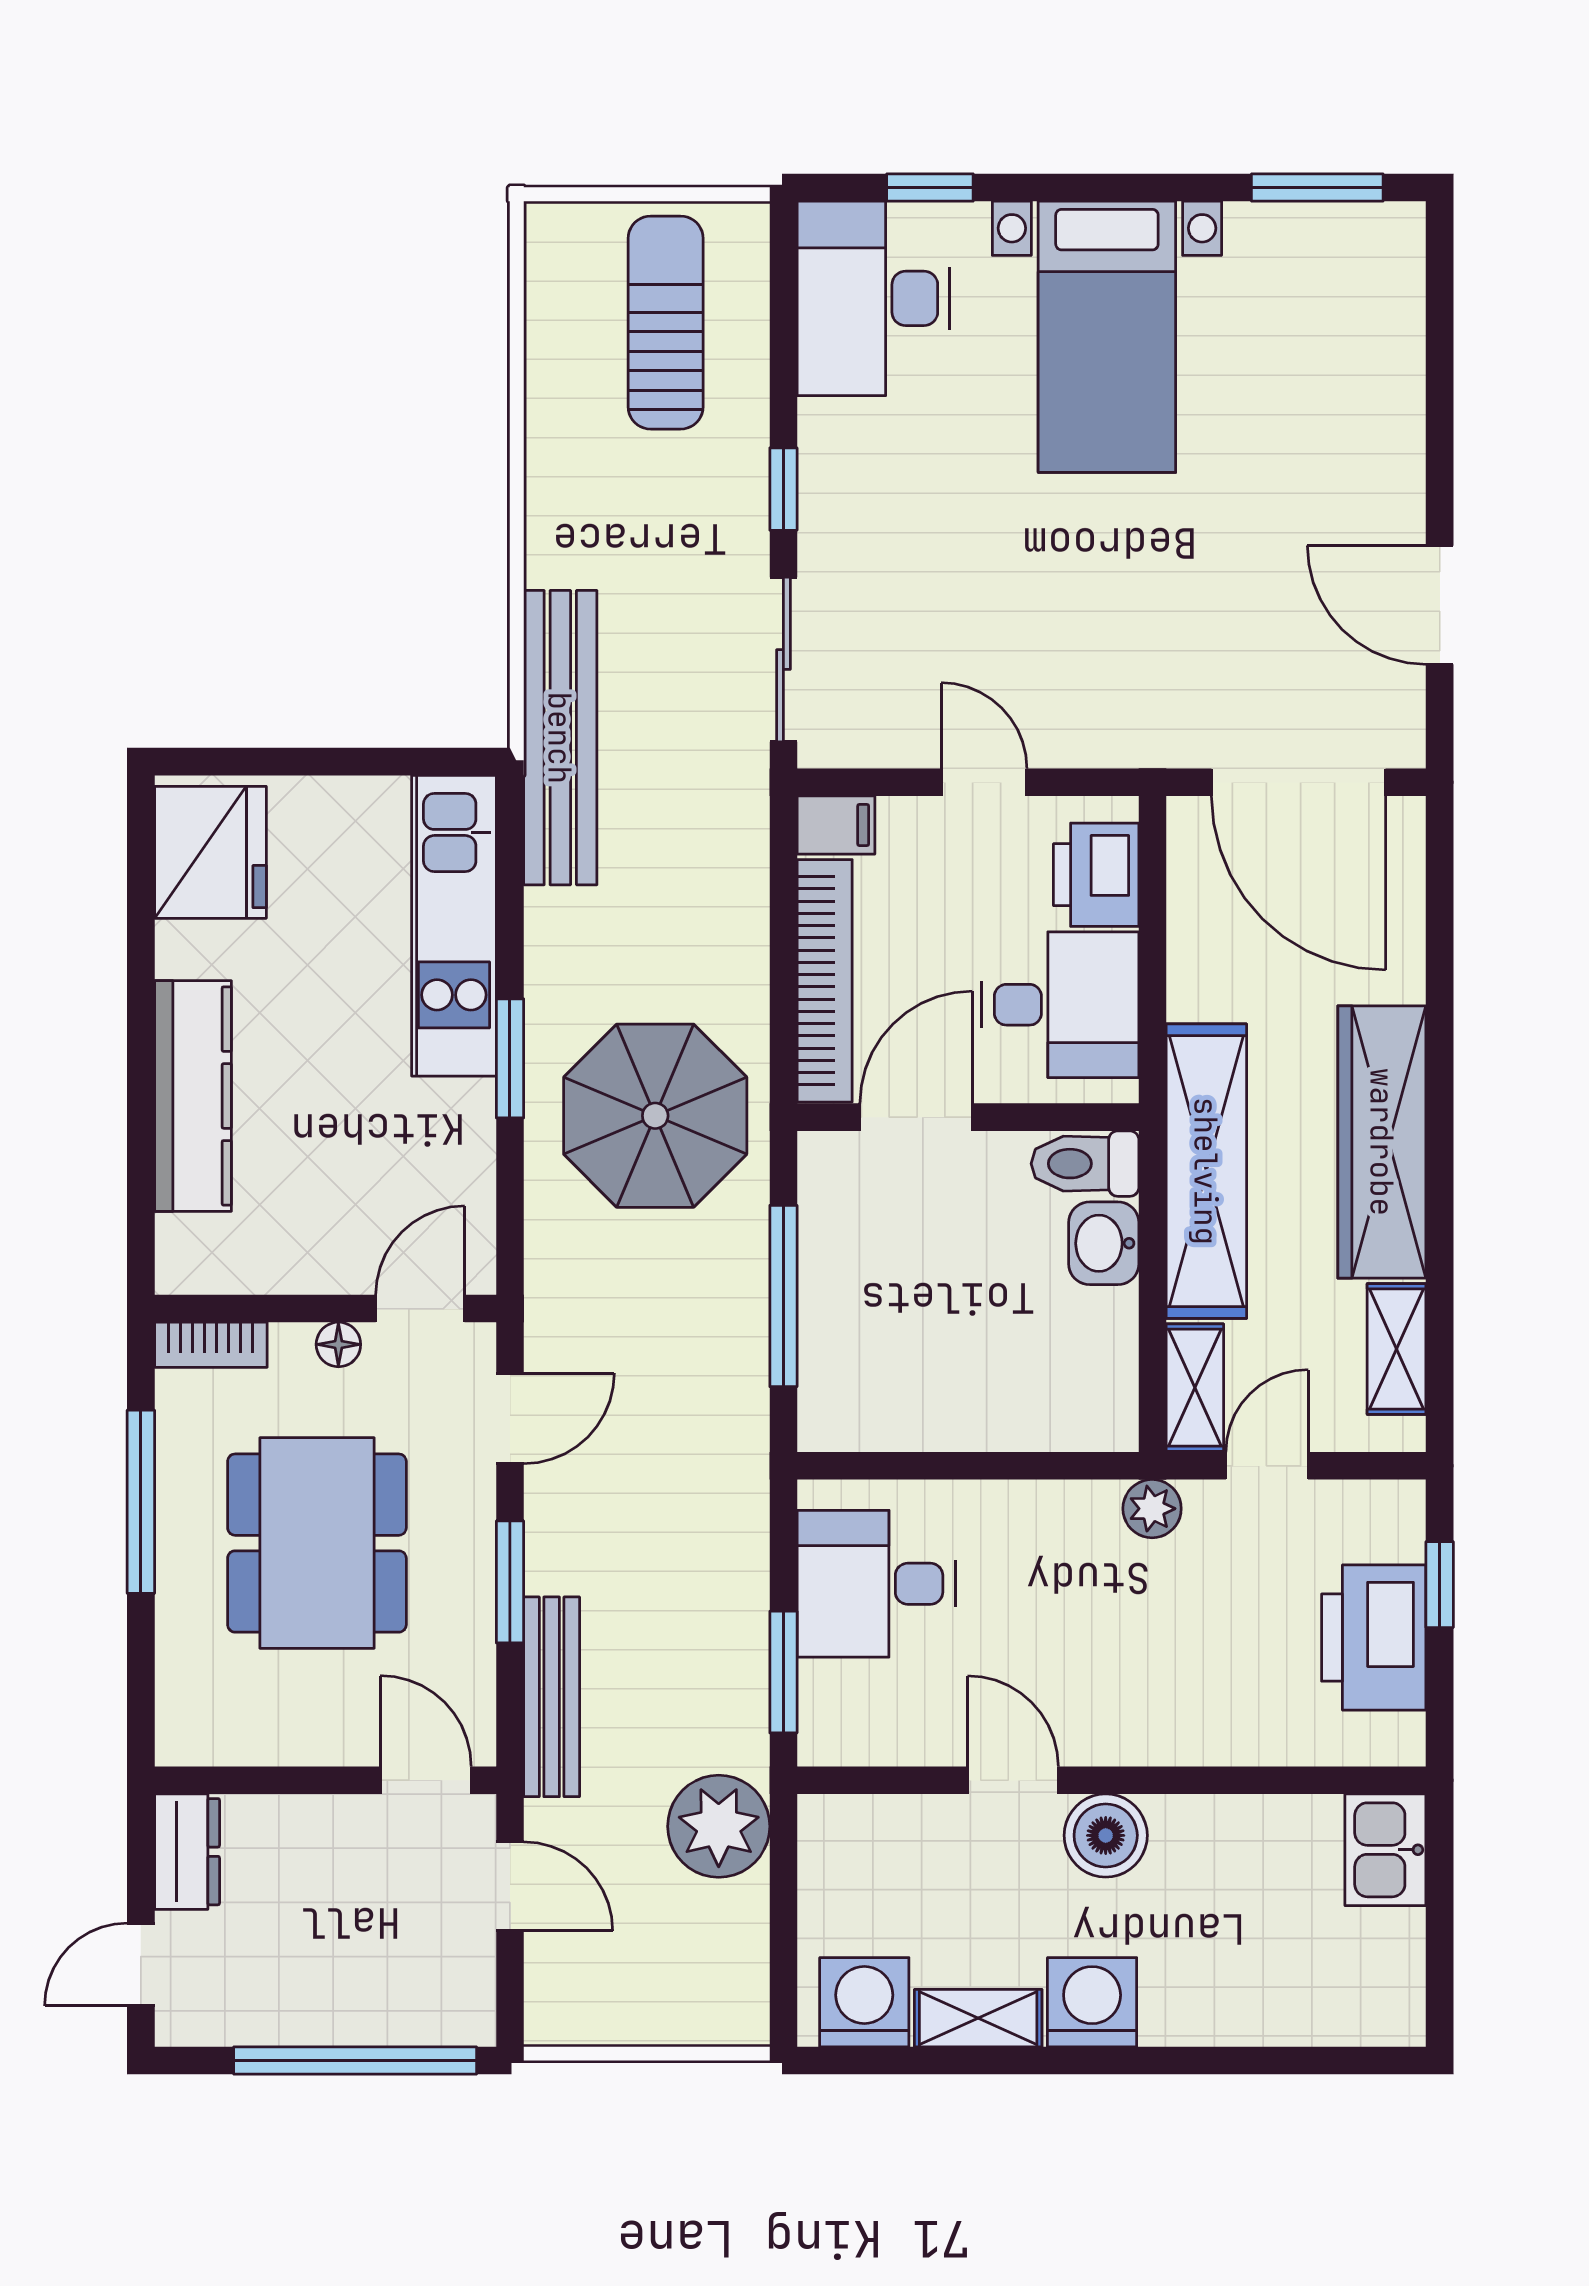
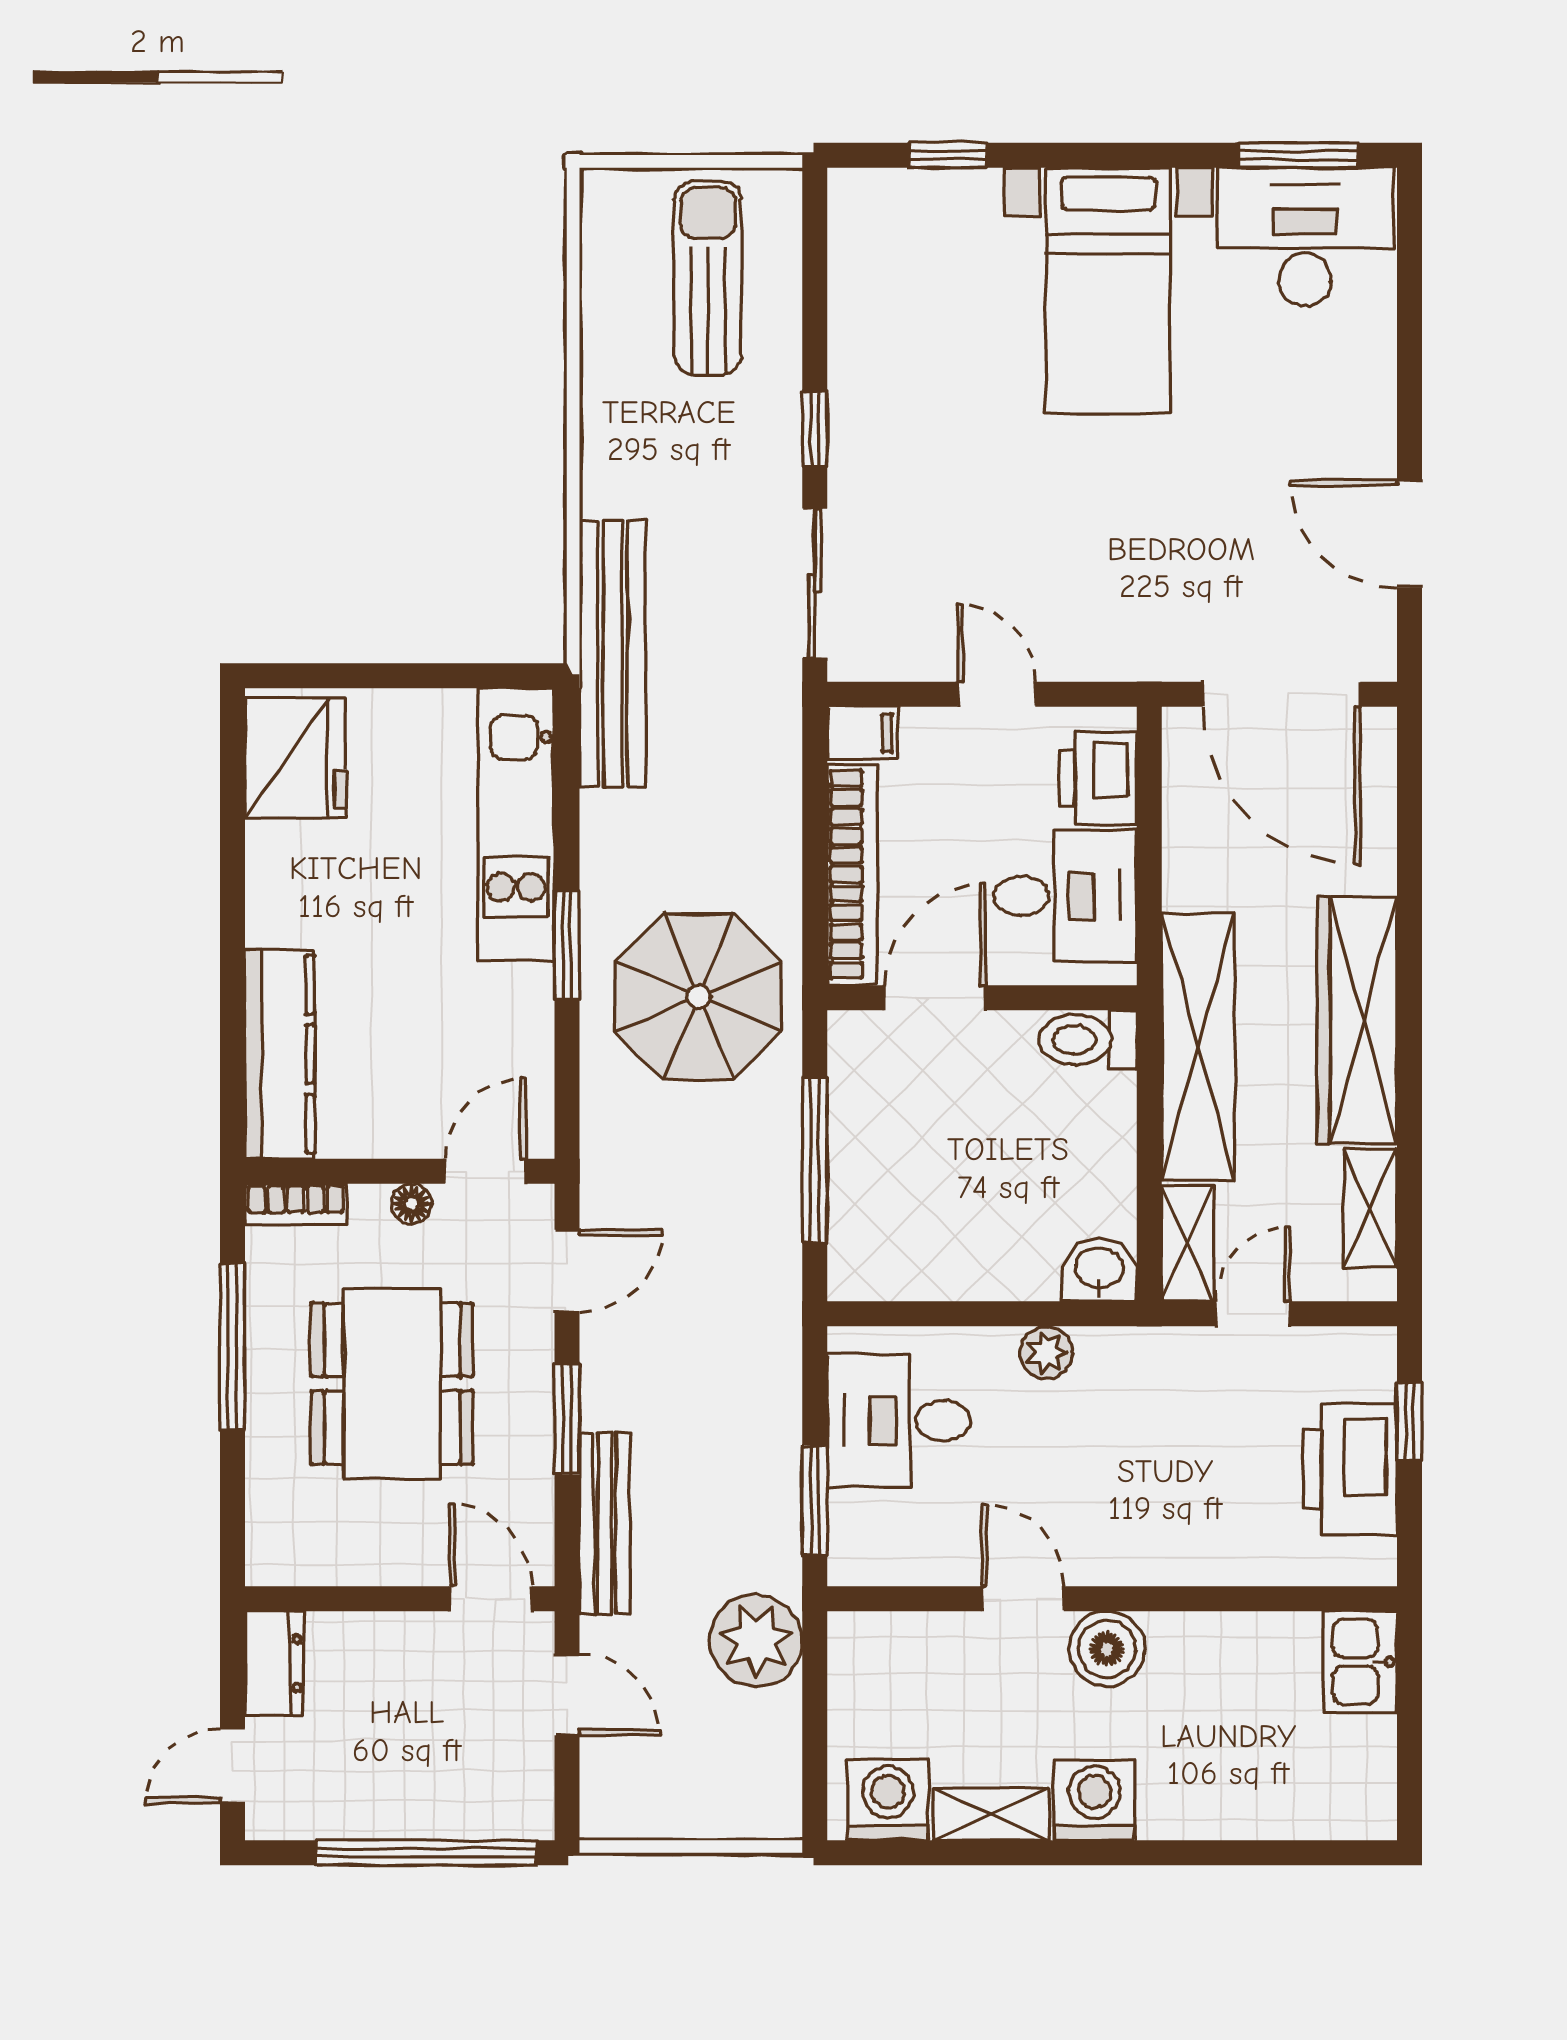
desk: (874, 298) -> (1305, 237), moved, turned 90
kitchen counter: (193, 1096) -> (280, 1054), moved
washbasin: (1104, 1243) -> (1099, 1270), moved, turned 90
plant: (1152, 1509) -> (1046, 1353), moved

